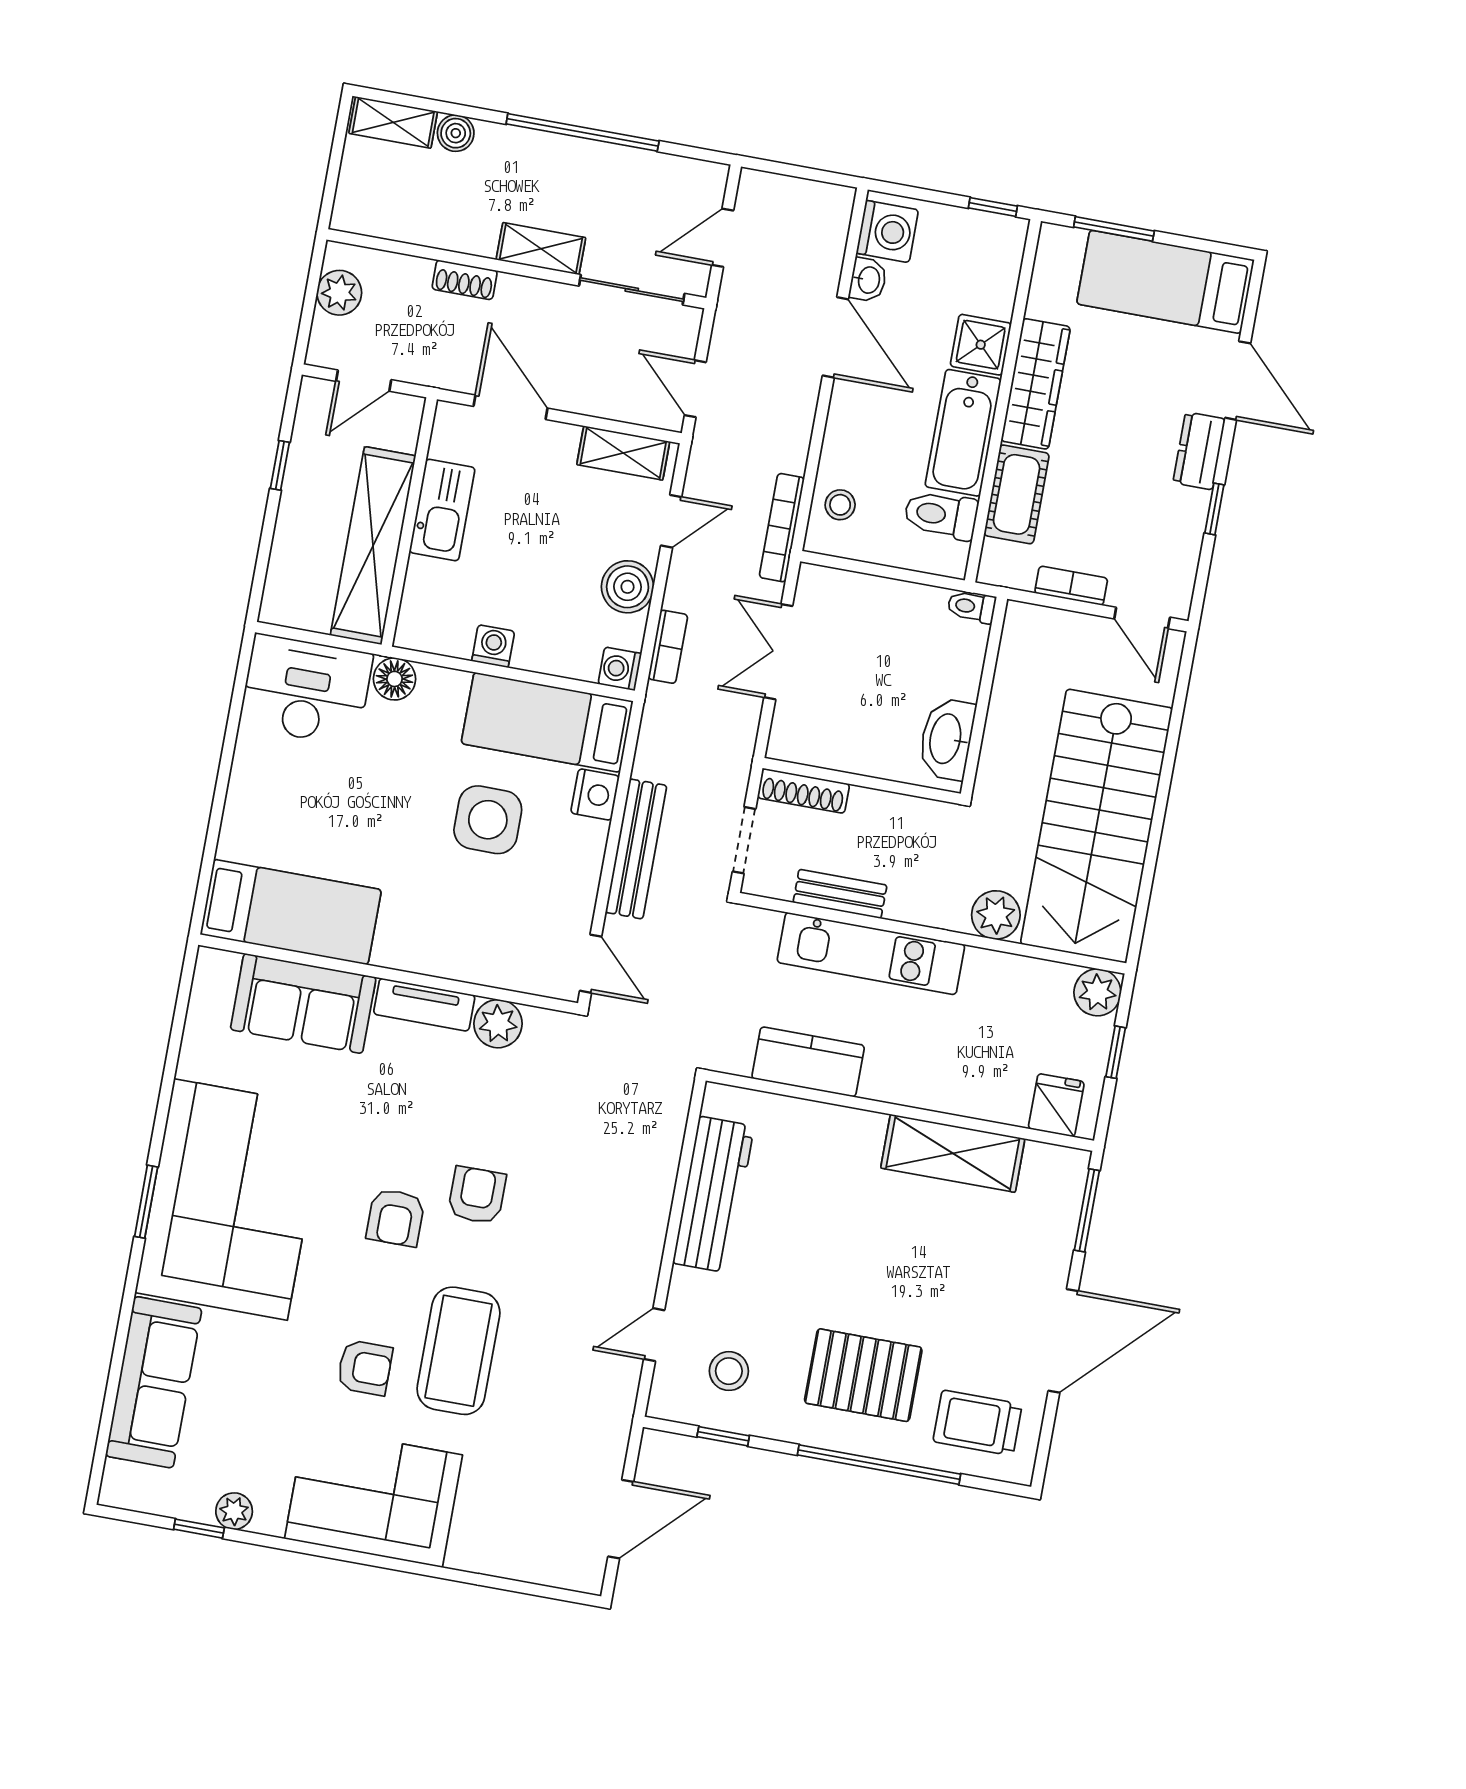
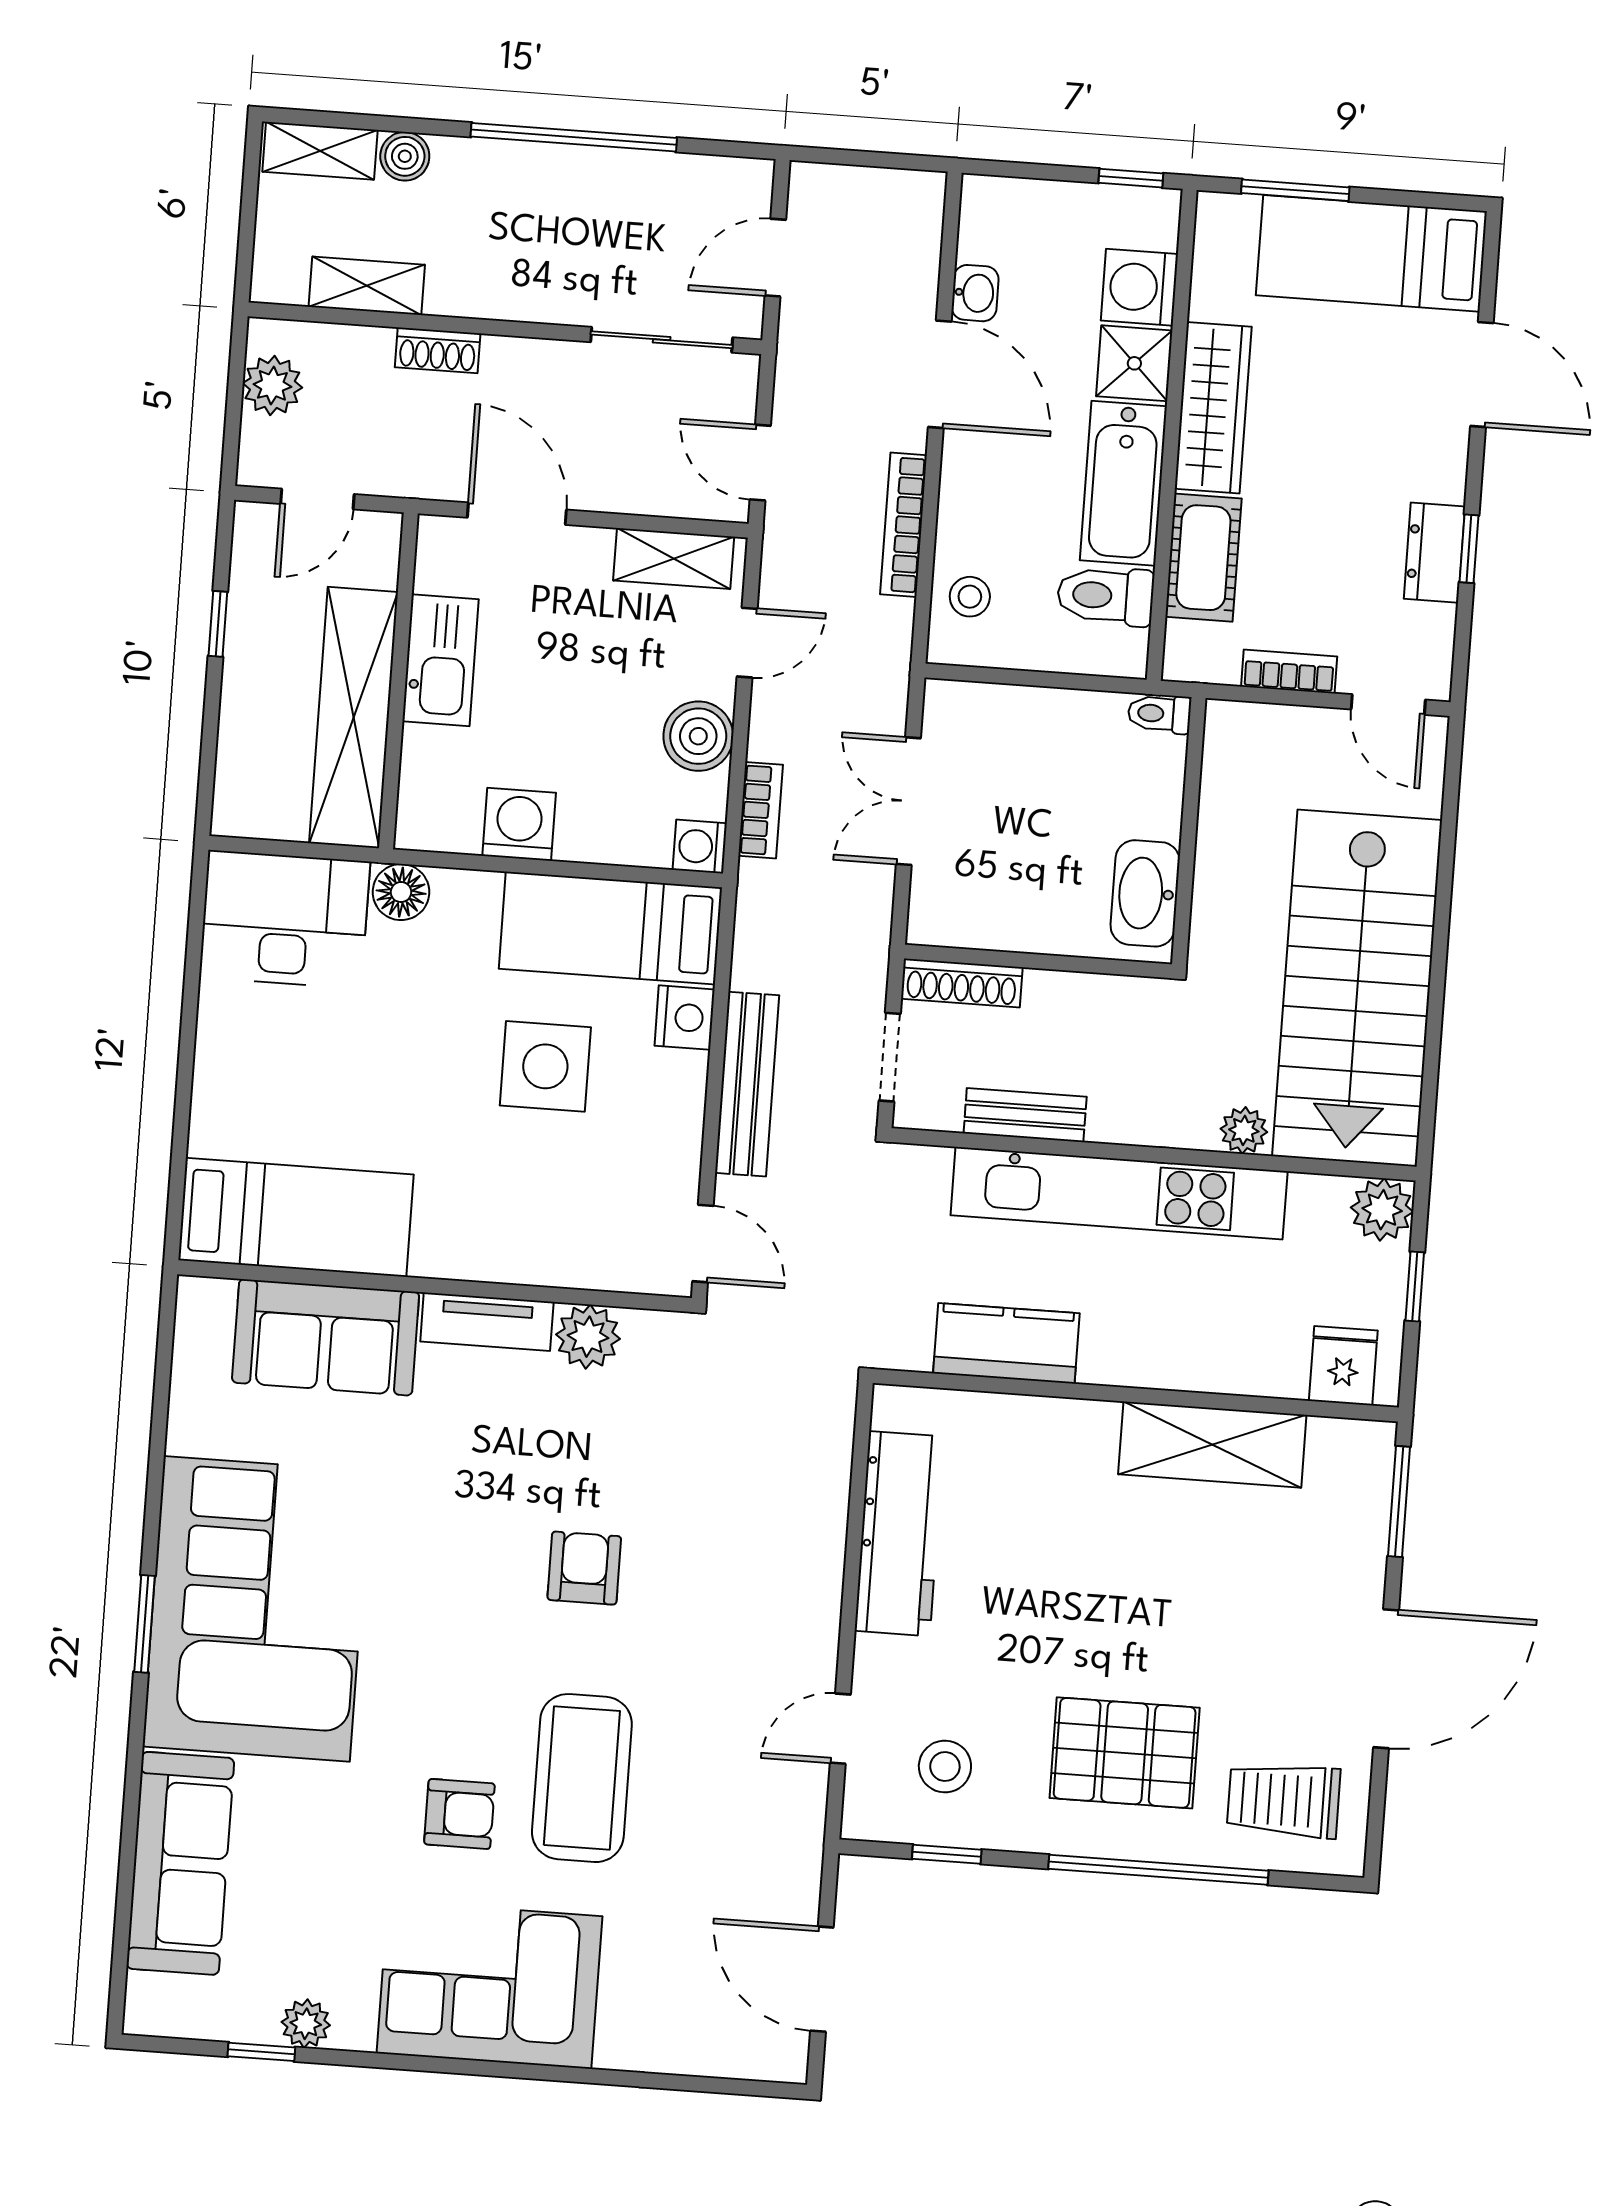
washing machine: (887, 231) -> (1139, 287), moved, turned 180
shelving: (541, 249) -> (367, 286), moved
dresser: (1199, 451) -> (1435, 553), moved
bookcase: (782, 528) -> (904, 525), moved
washing machine: (493, 646) -> (519, 824), width x1.38, depth x1.38
plant: (996, 915) -> (1244, 1130), width x0.73, depth x0.73
kitchen unit: (871, 953) -> (1119, 1193), width x1.36
armchair: (396, 1217) -> (479, 1609), removed
door: (621, 1519) -> (822, 1979), swing flipped

